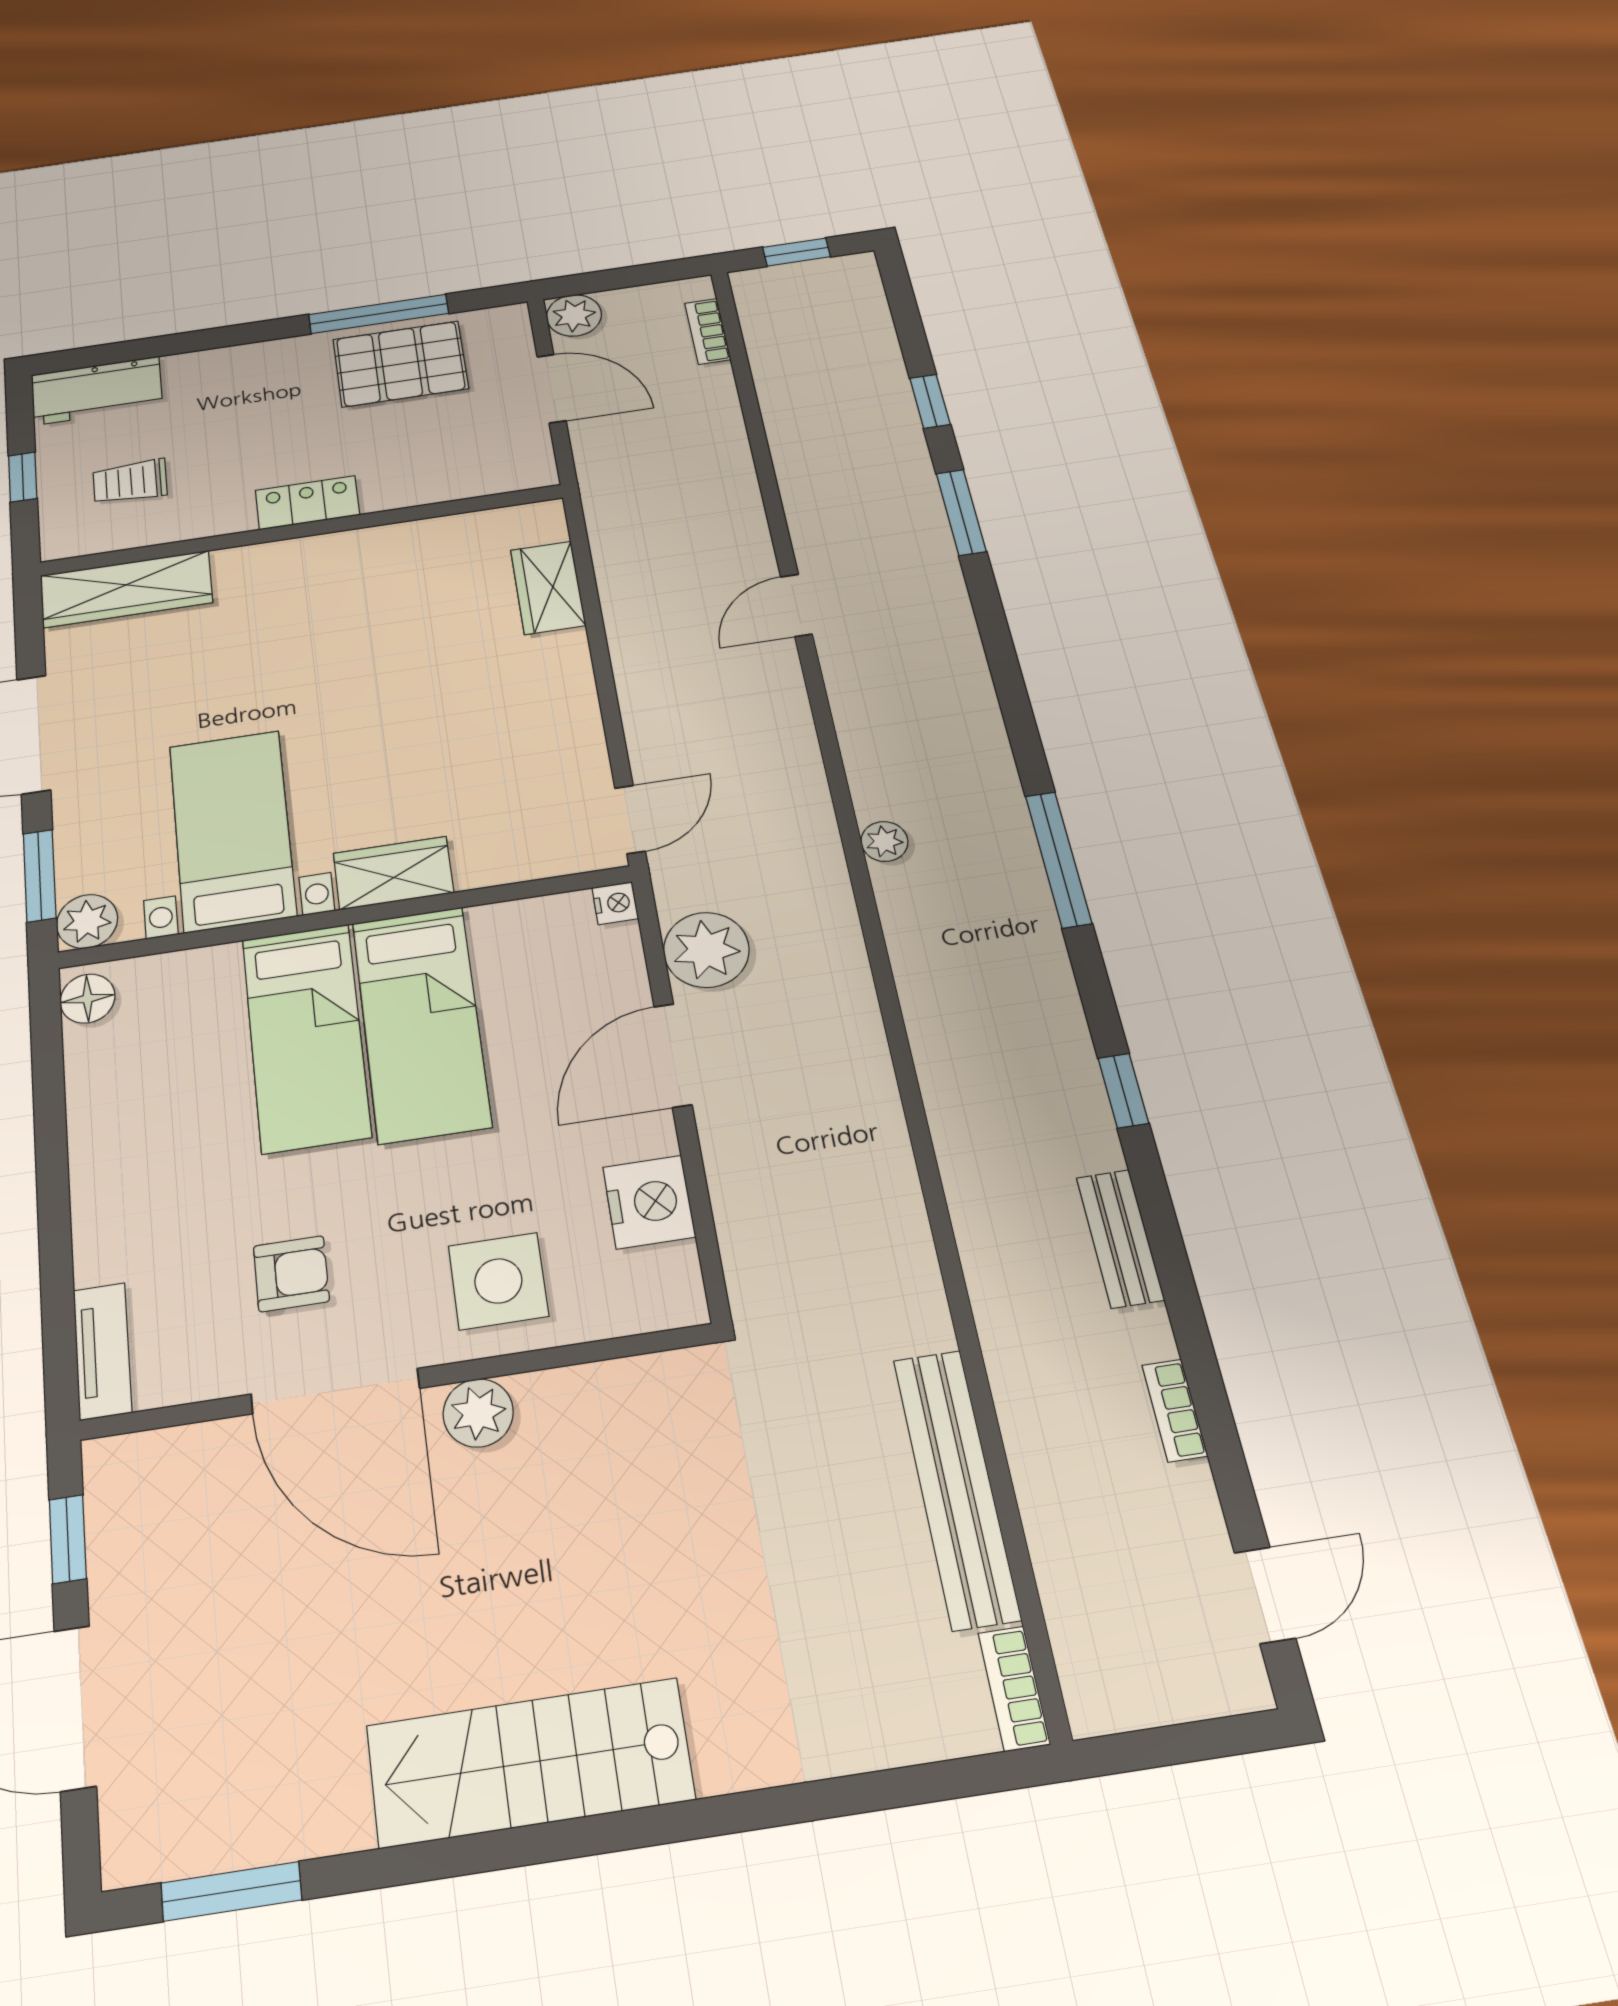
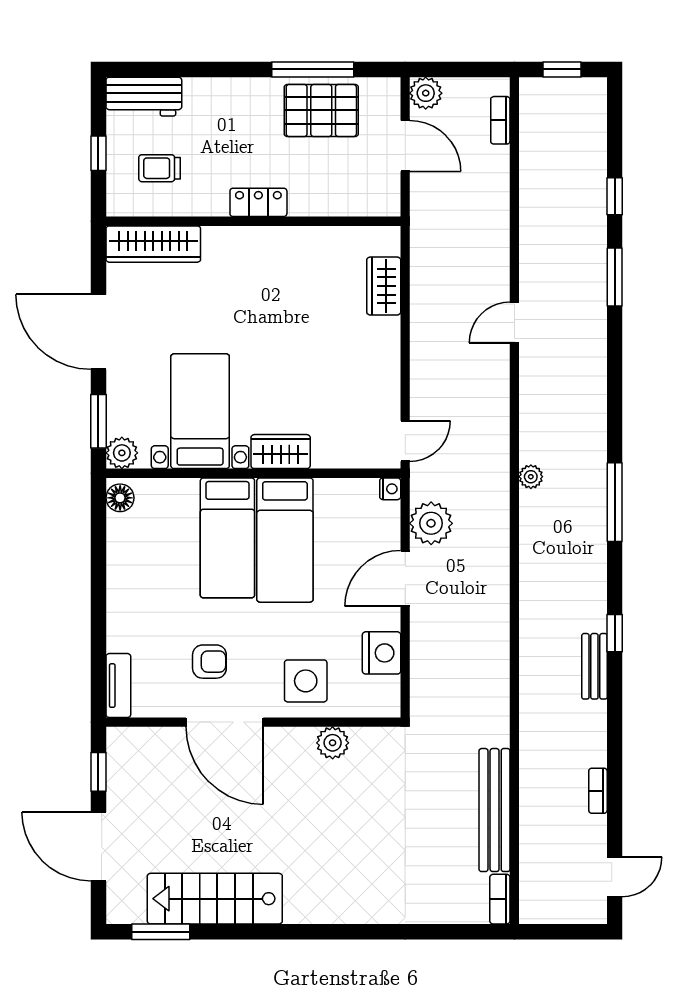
bench: (1120, 1238) -> (594, 666), moved
plant: (478, 1413) -> (333, 743), moved
stairs: (530, 1762) -> (215, 899), moved

